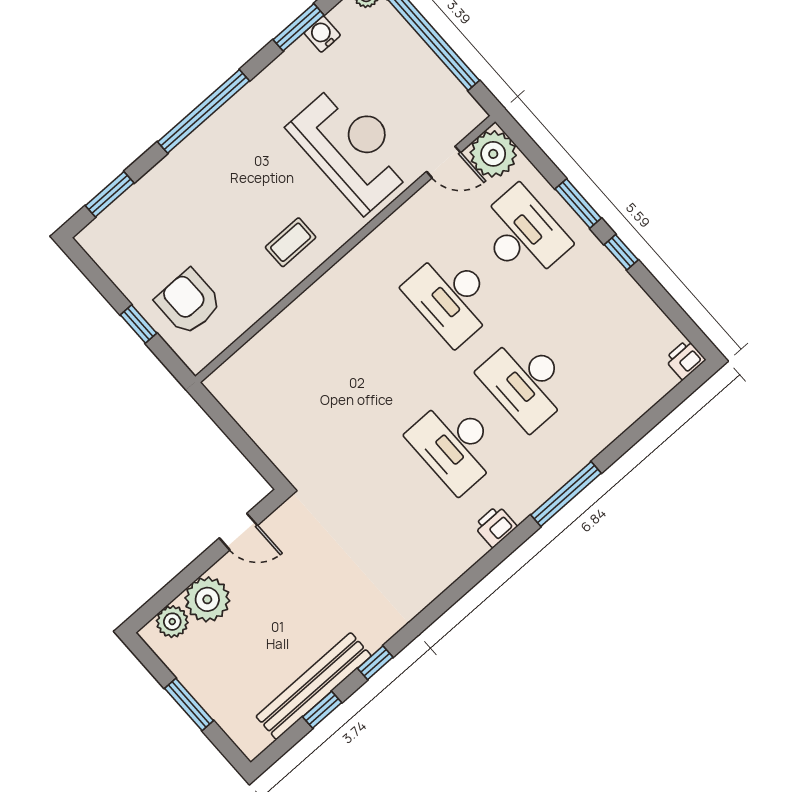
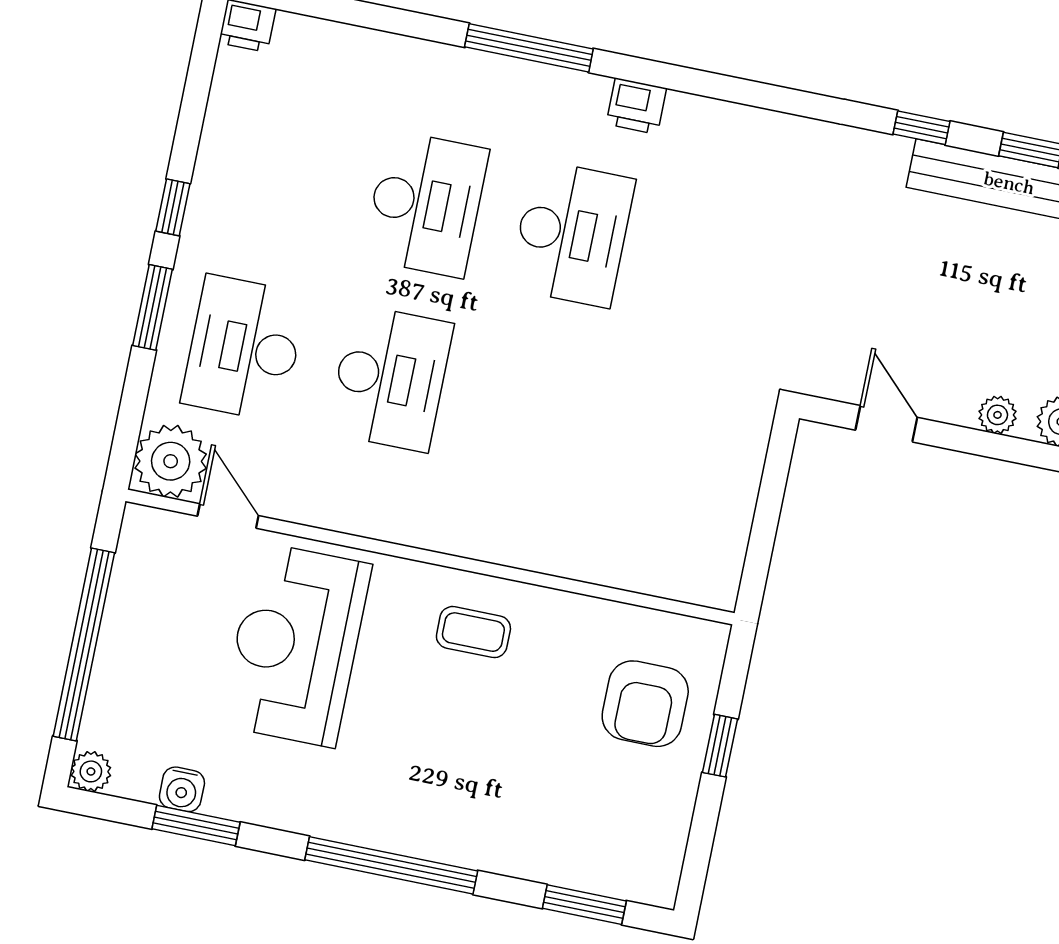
plant: (207, 599) -> (997, 415), width x0.53, depth x0.53

